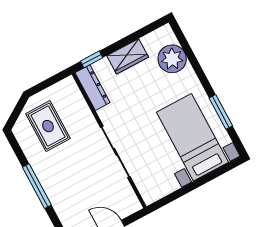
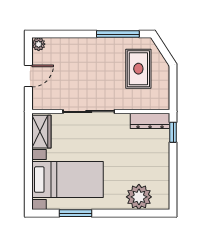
wardrobe: (128, 56) -> (41, 132), moved, turned 180
rug: (48, 126) -> (138, 69), turned 90
window: (37, 186) -> (118, 34), moved

